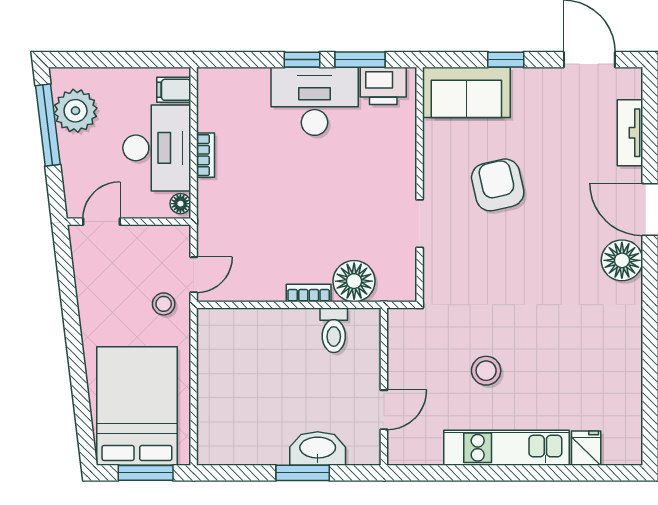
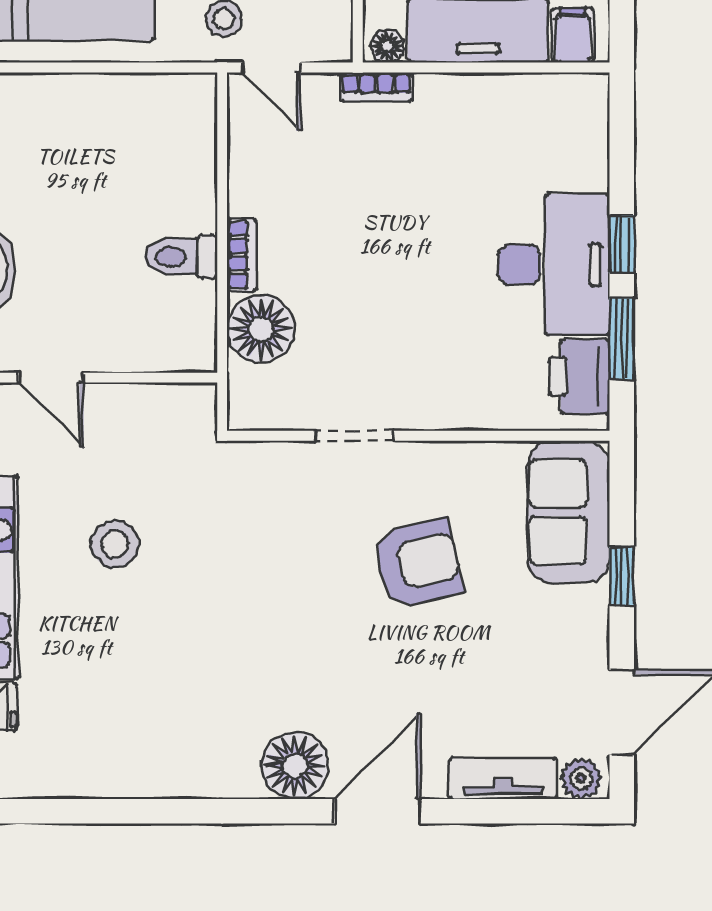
plant: (630, 85) -> (581, 778), added
bookcase: (205, 155) -> (376, 87), moved
toilet: (334, 330) -> (181, 257), moved

